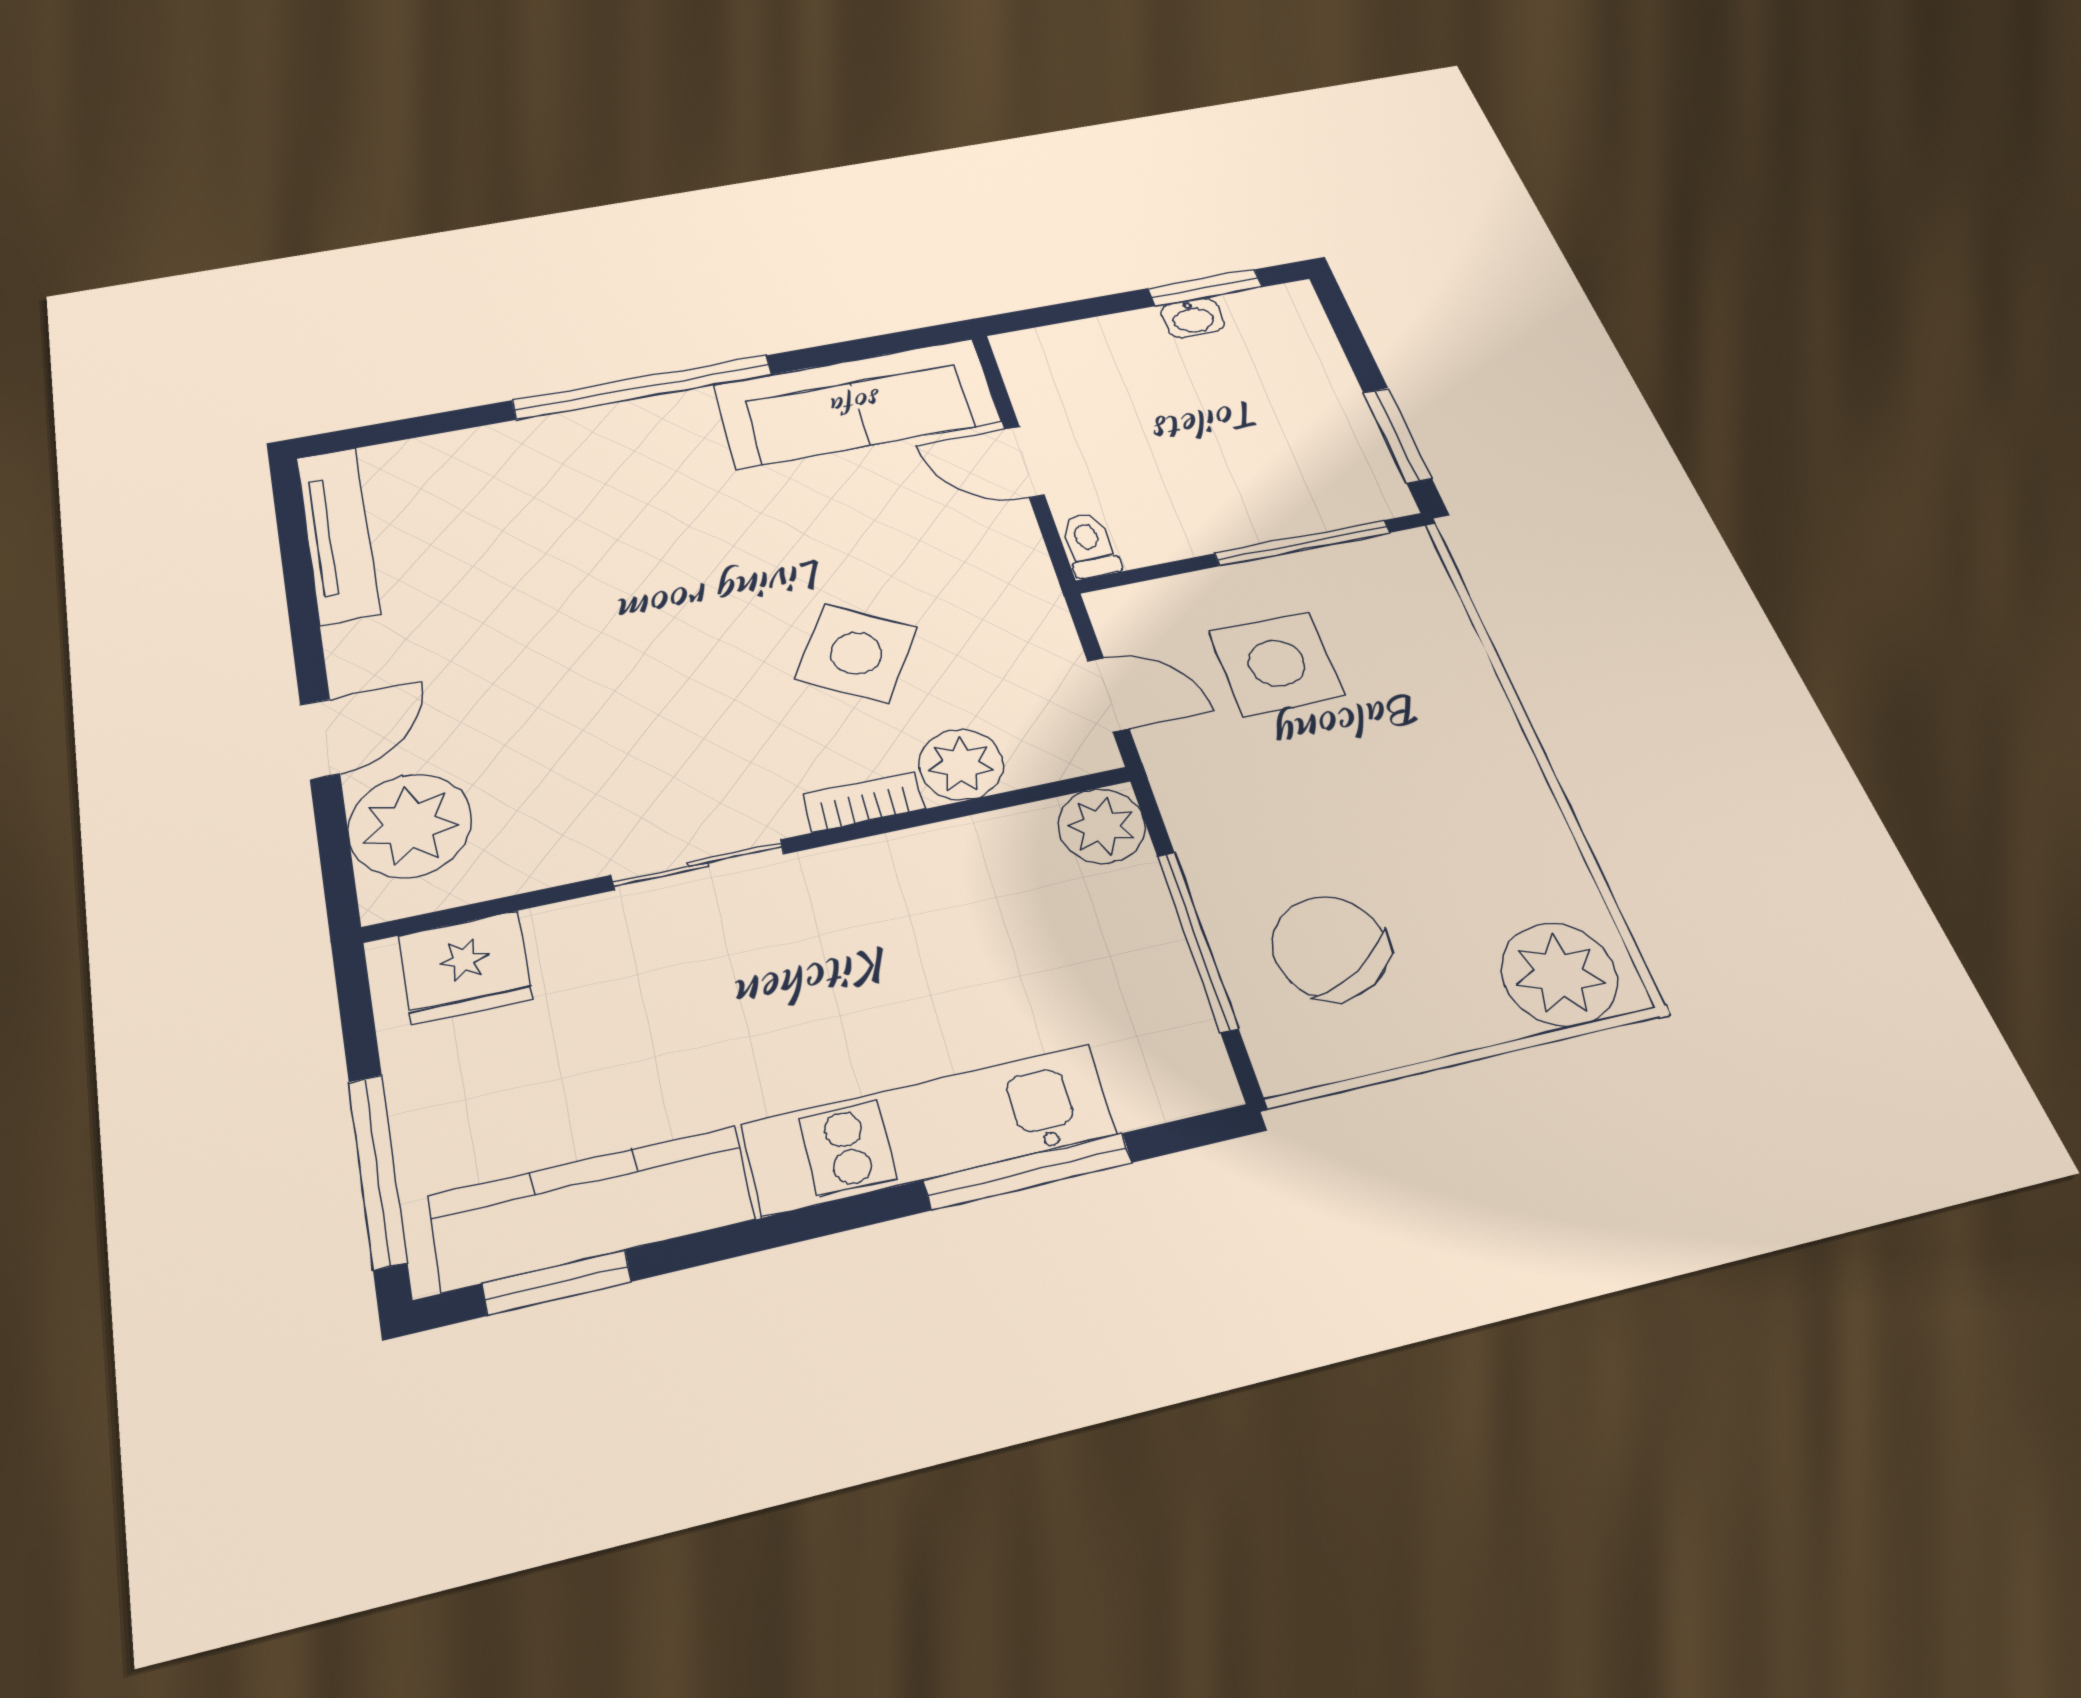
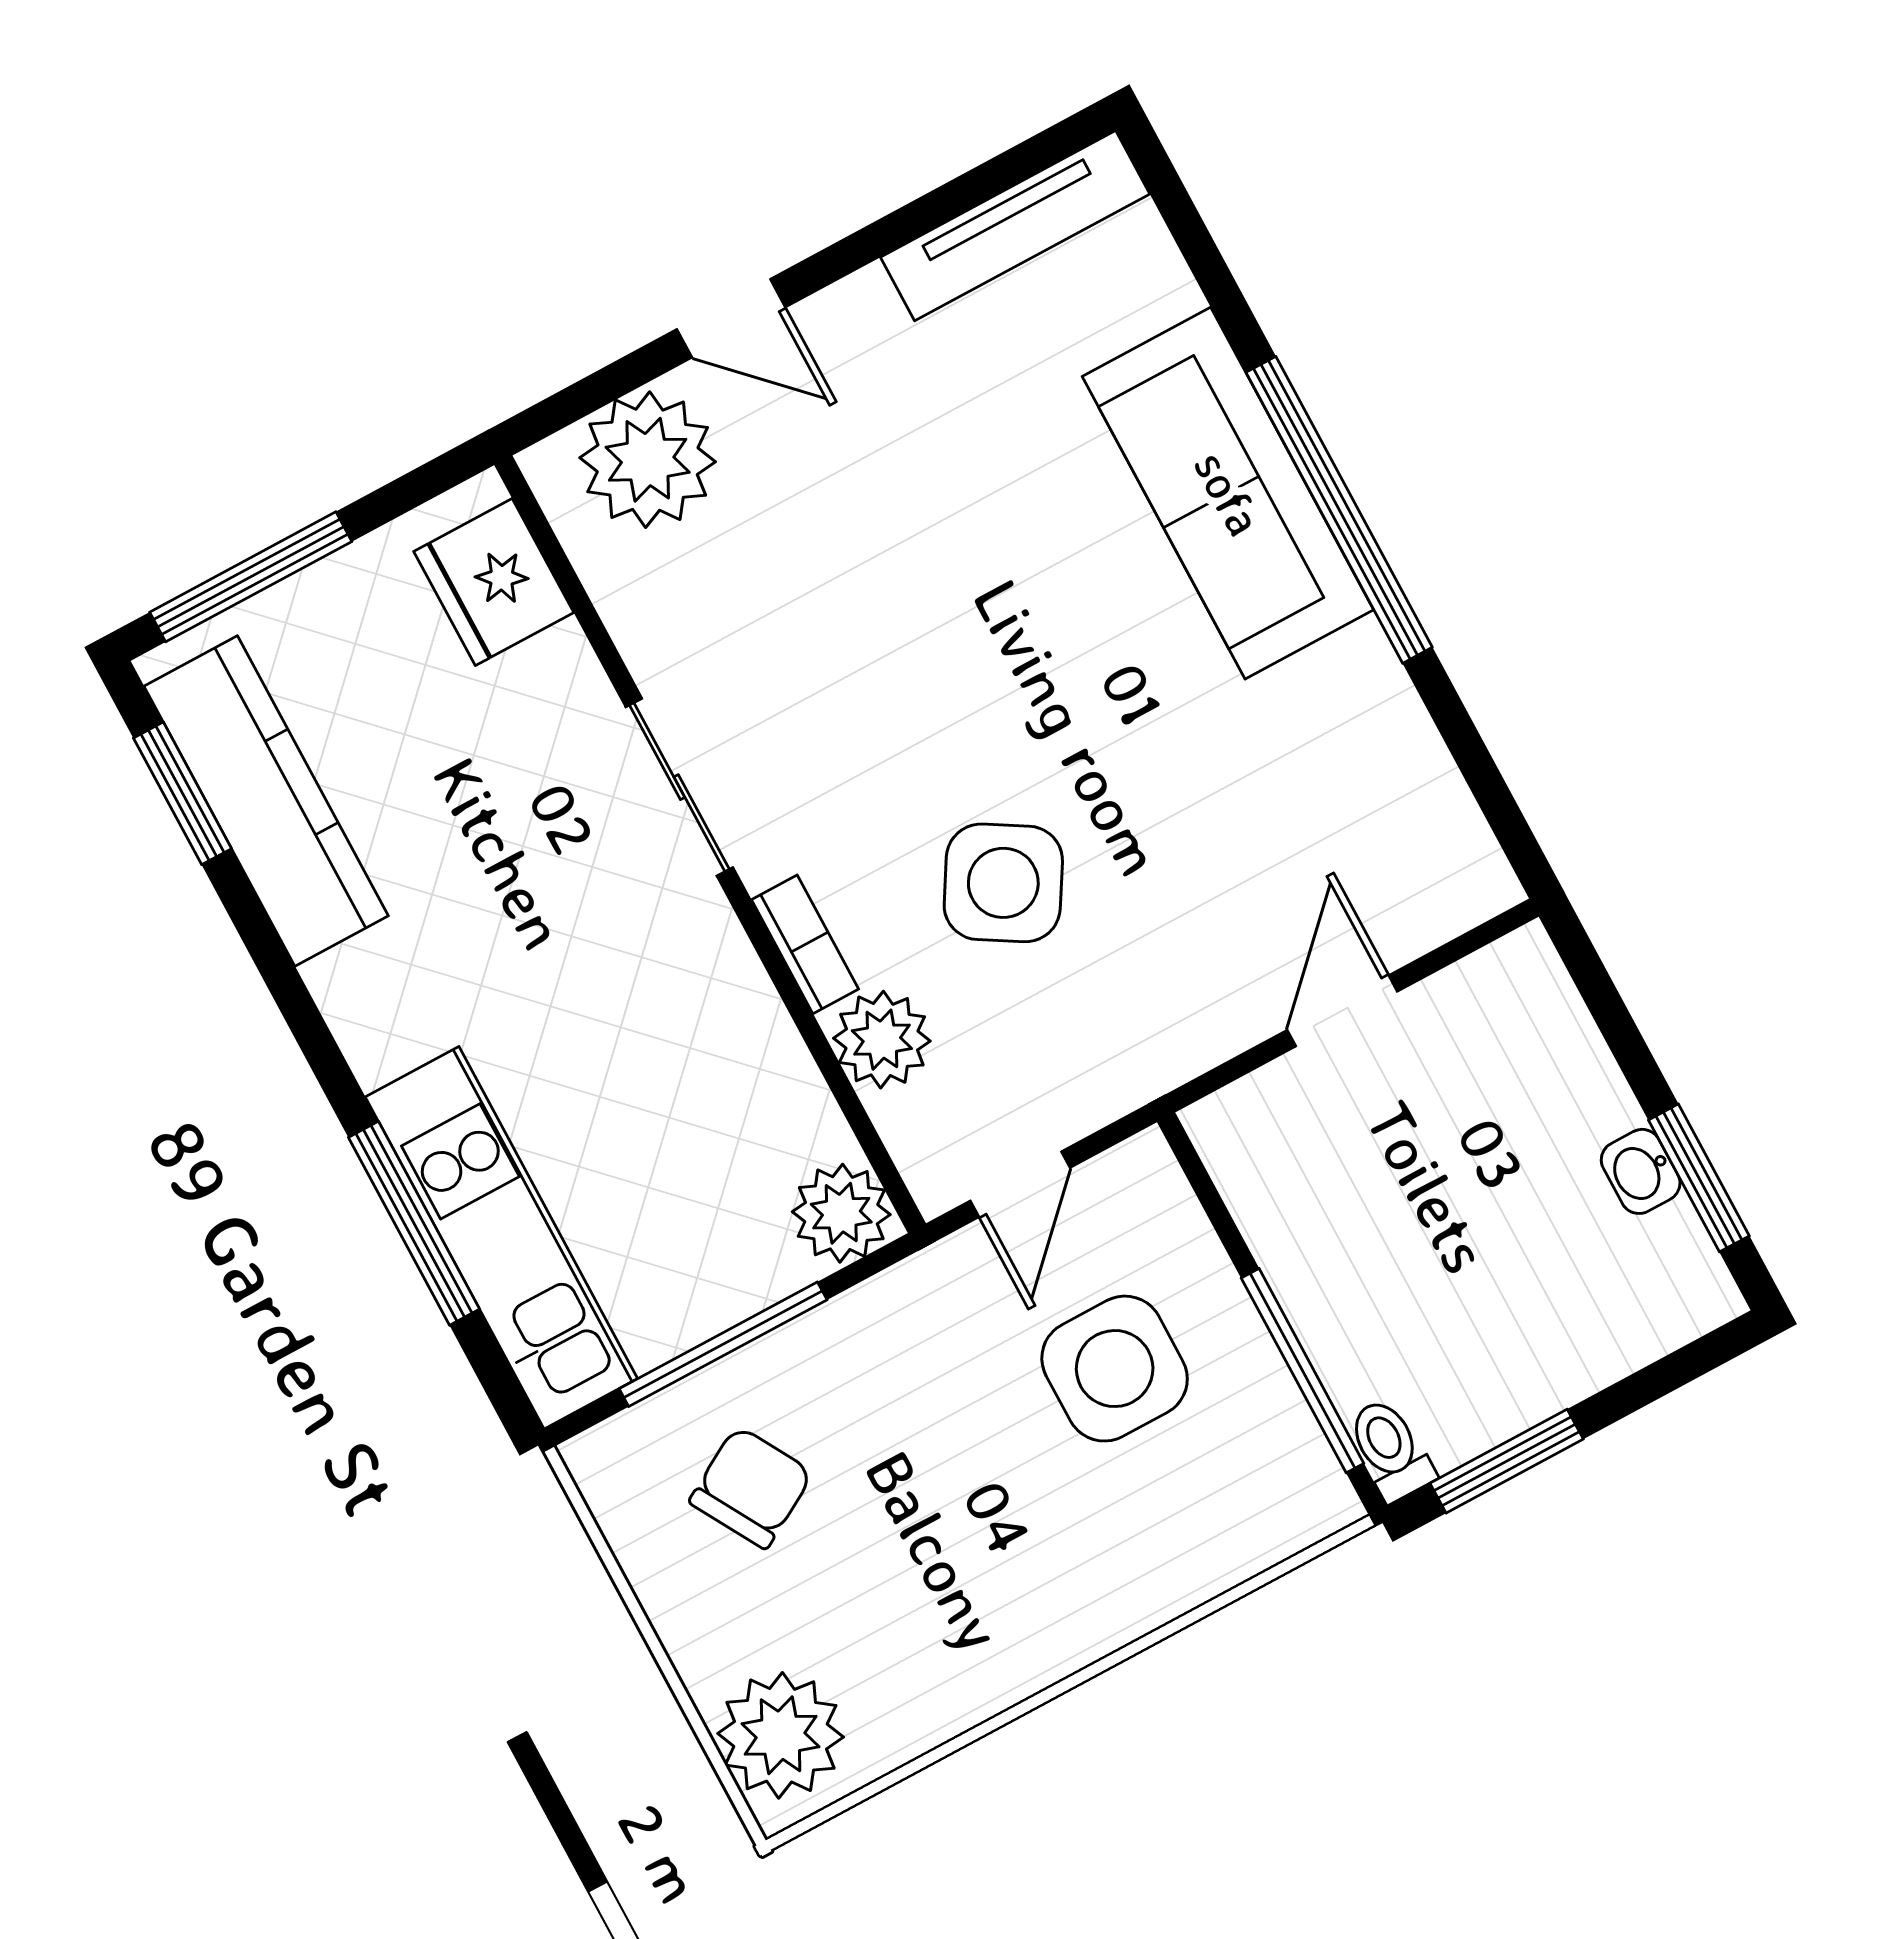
sofa: (857, 403) -> (1228, 493), moved
toilet: (1090, 545) -> (1390, 1450), moved, turned -90
chair: (1330, 948) -> (751, 1487), width x0.73, depth x0.73
kitchen unit: (929, 1129) -> (501, 1238), moved

